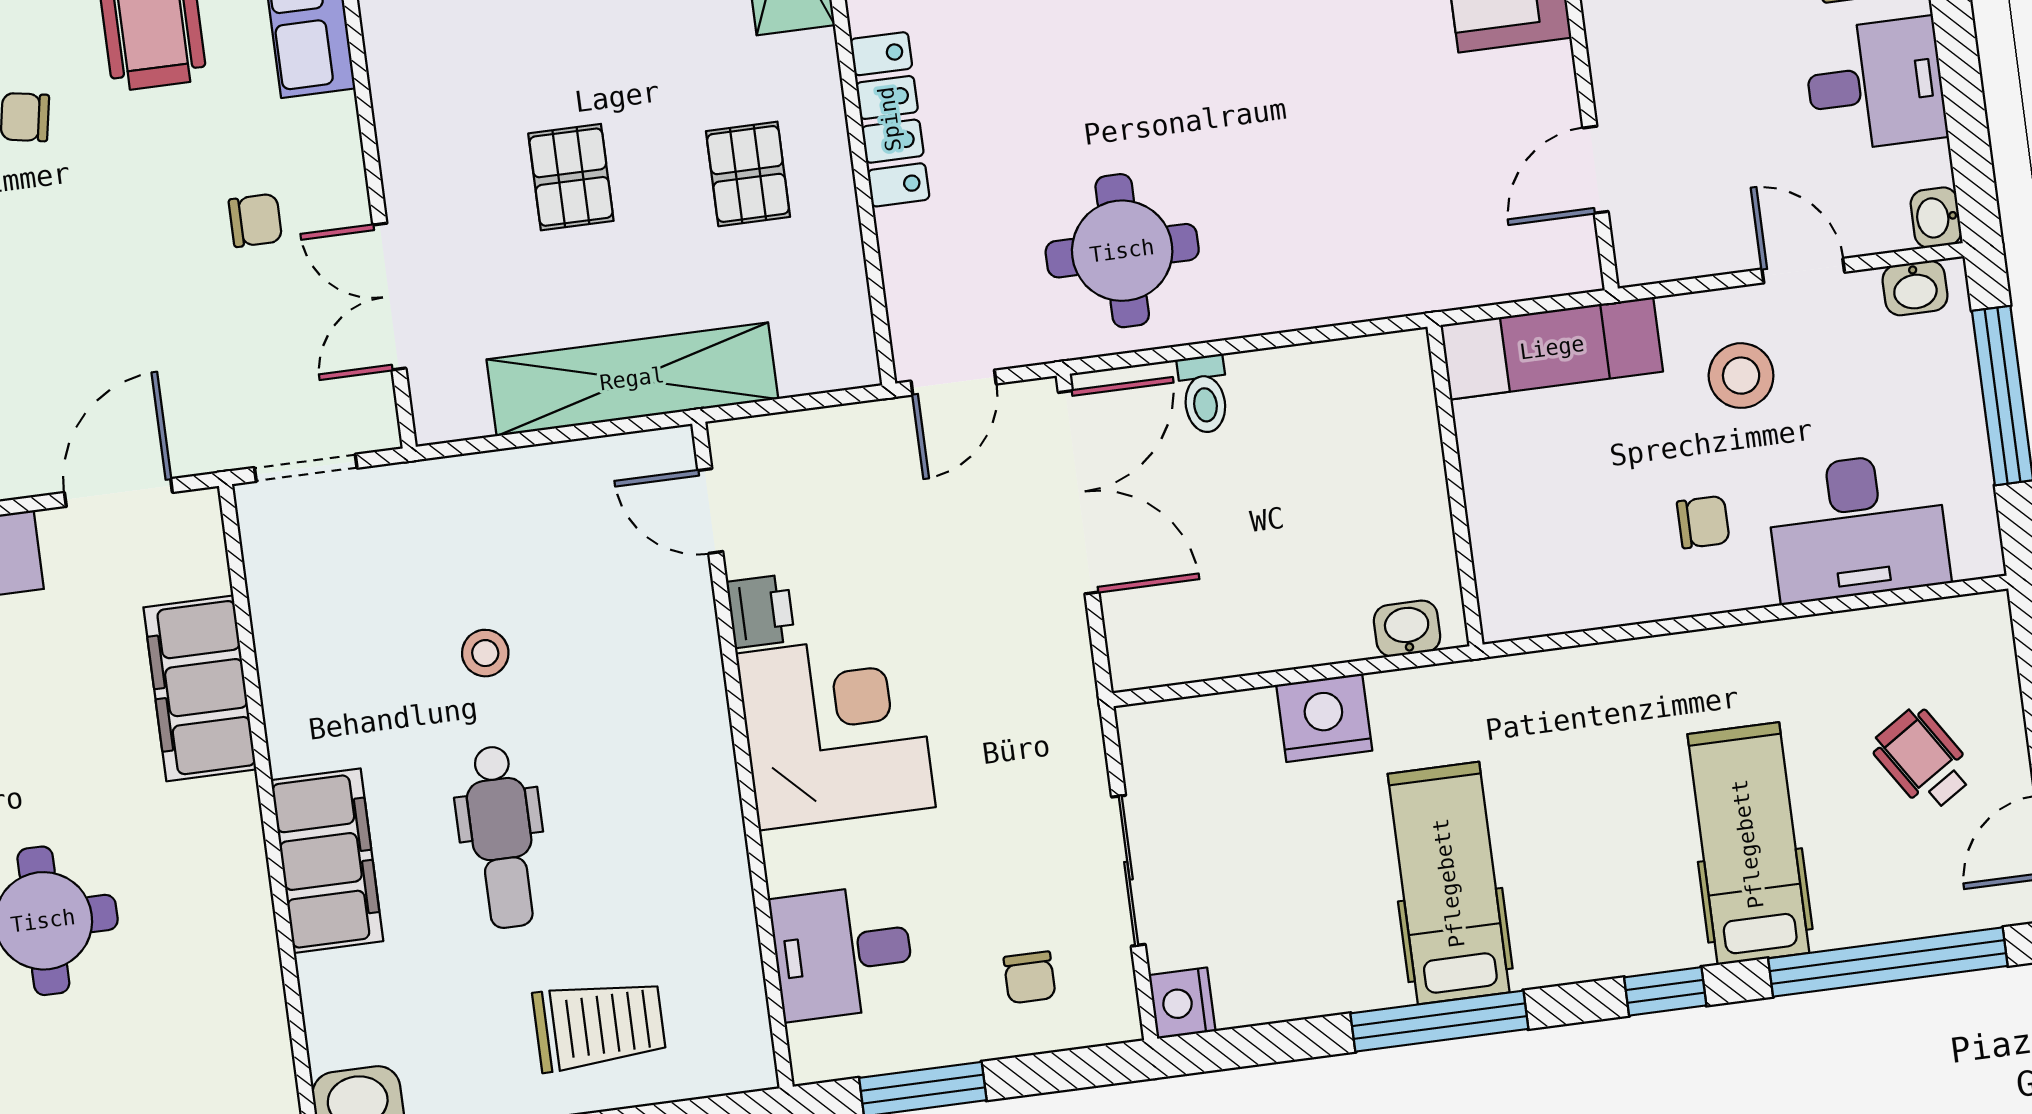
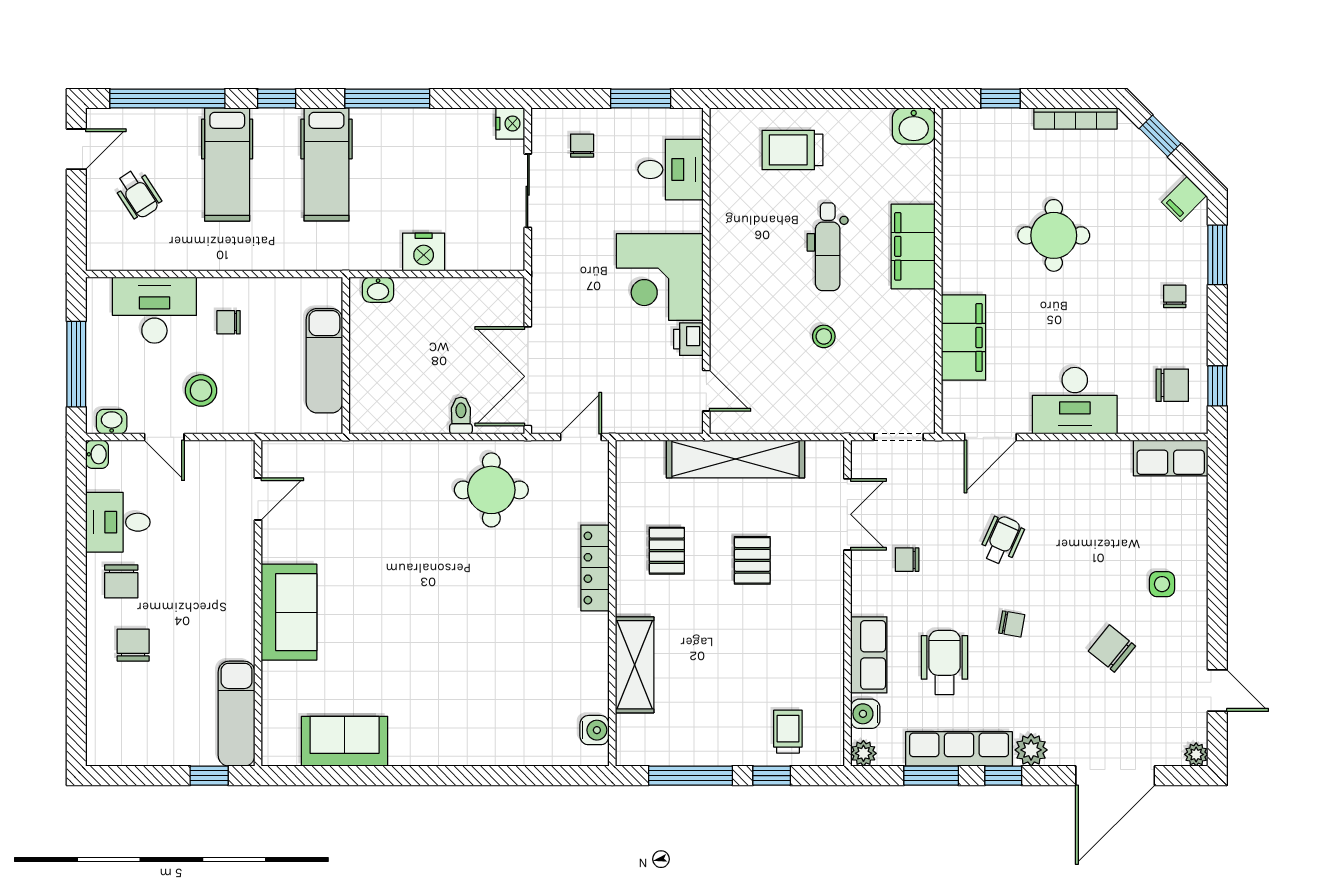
wheelchair: (67, 285) -> (1002, 540), added
exam couch: (1552, 348) -> (324, 361), moved, turned -90
dental chair: (501, 837) -> (828, 247), turned 180
hospital bed: (1449, 883) -> (327, 164), moved

